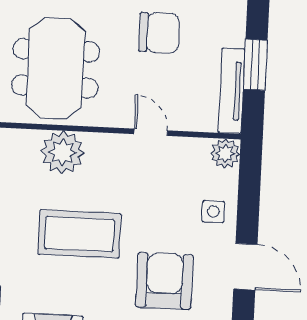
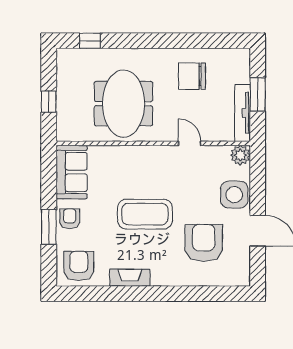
chair: (159, 33) -> (192, 76), turned 180
plant: (63, 152) -> (131, 160), removed
side table: (213, 212) -> (234, 195), width x1.87, depth x1.87

